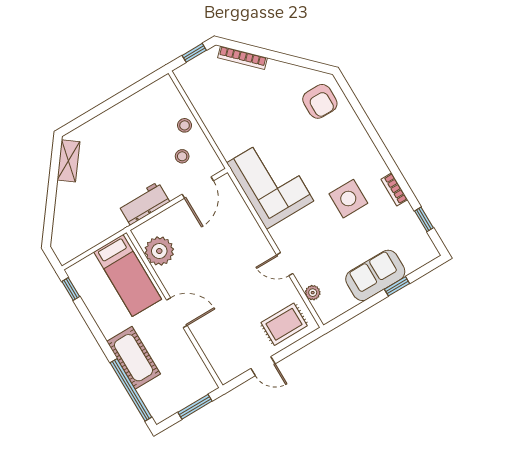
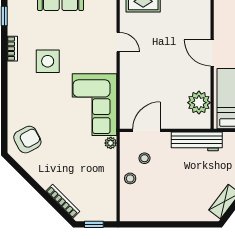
armchair: (320, 101) -> (27, 140), turned 62
workbench: (144, 203) -> (197, 141), width x1.38
plant: (313, 293) -> (111, 143), moved

